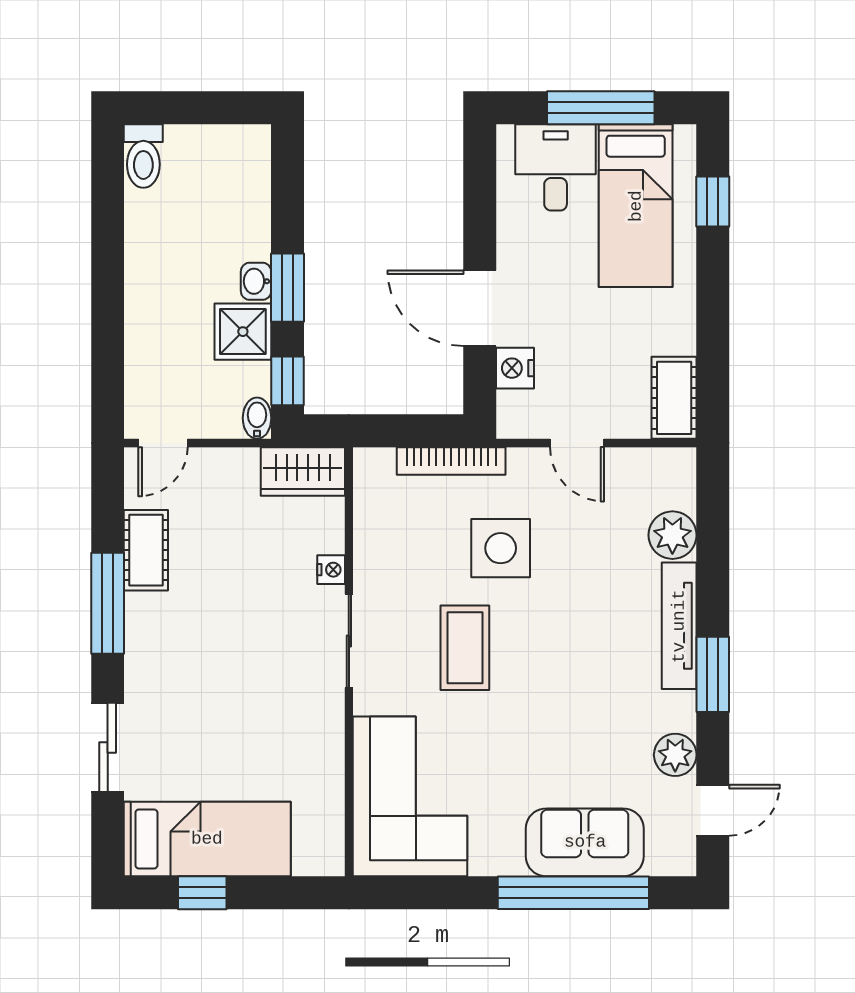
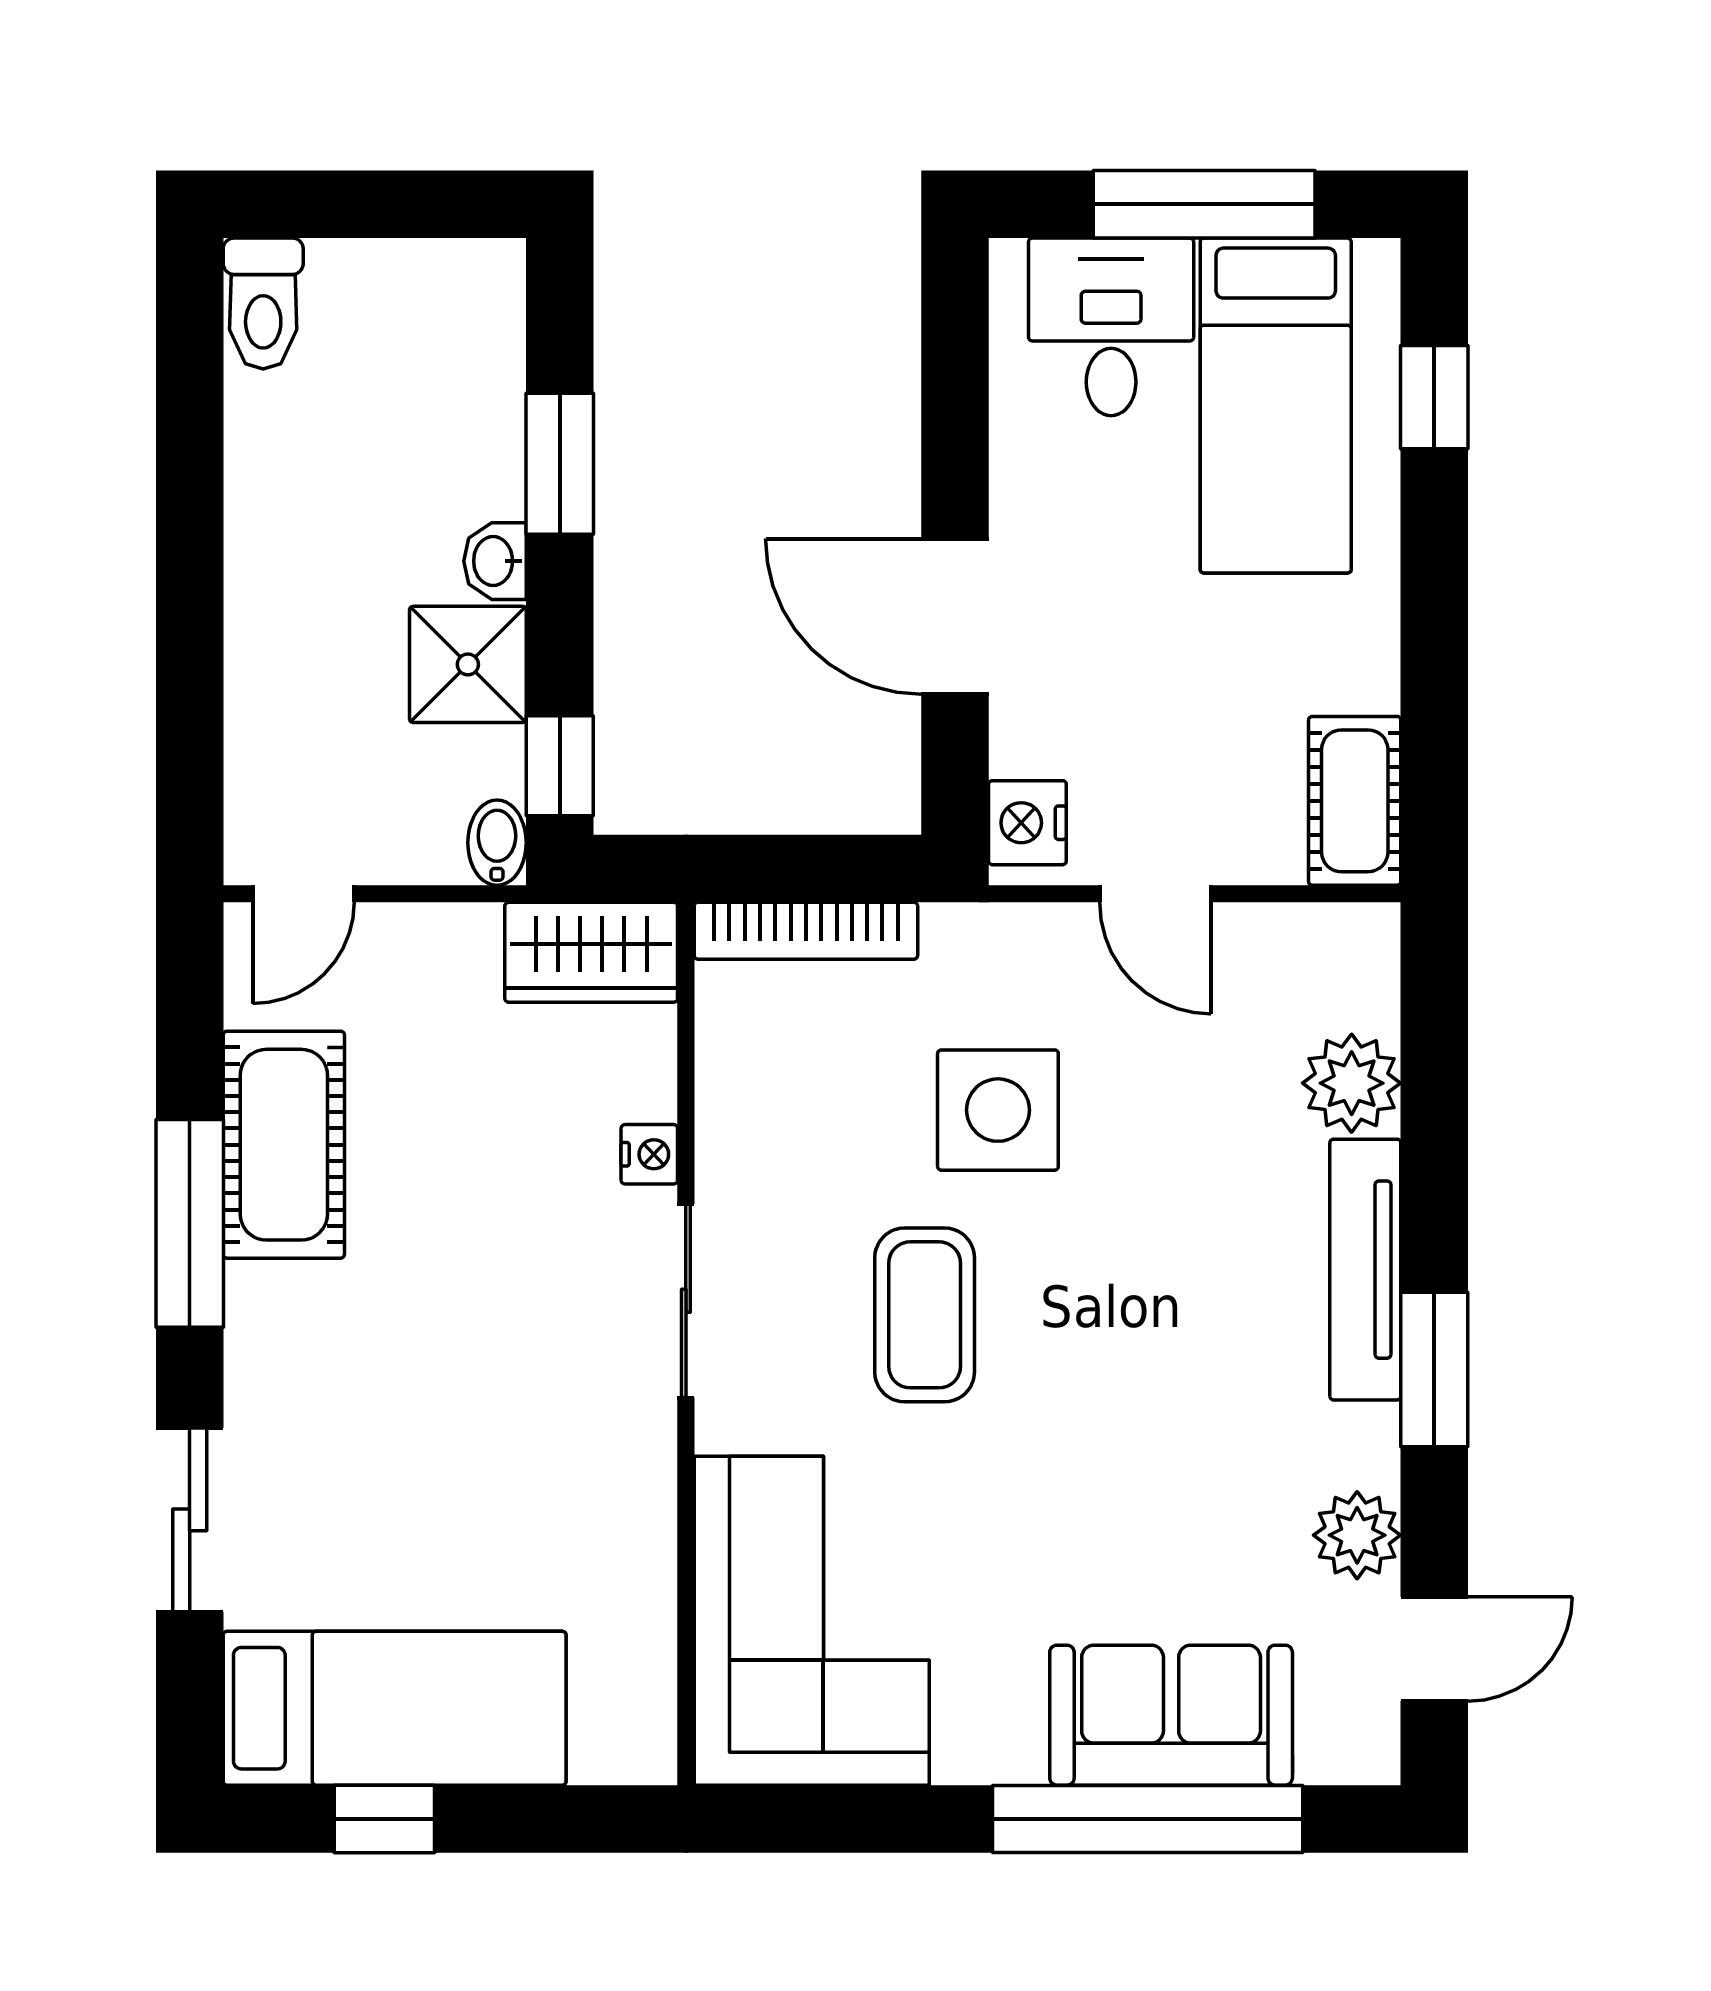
window: (288, 288) -> (560, 464), moved
nightstand: (515, 368) -> (1027, 823), moved
bookcase: (451, 461) -> (806, 931), moved
cot: (146, 550) -> (284, 1145), width x1.37, depth x1.34

